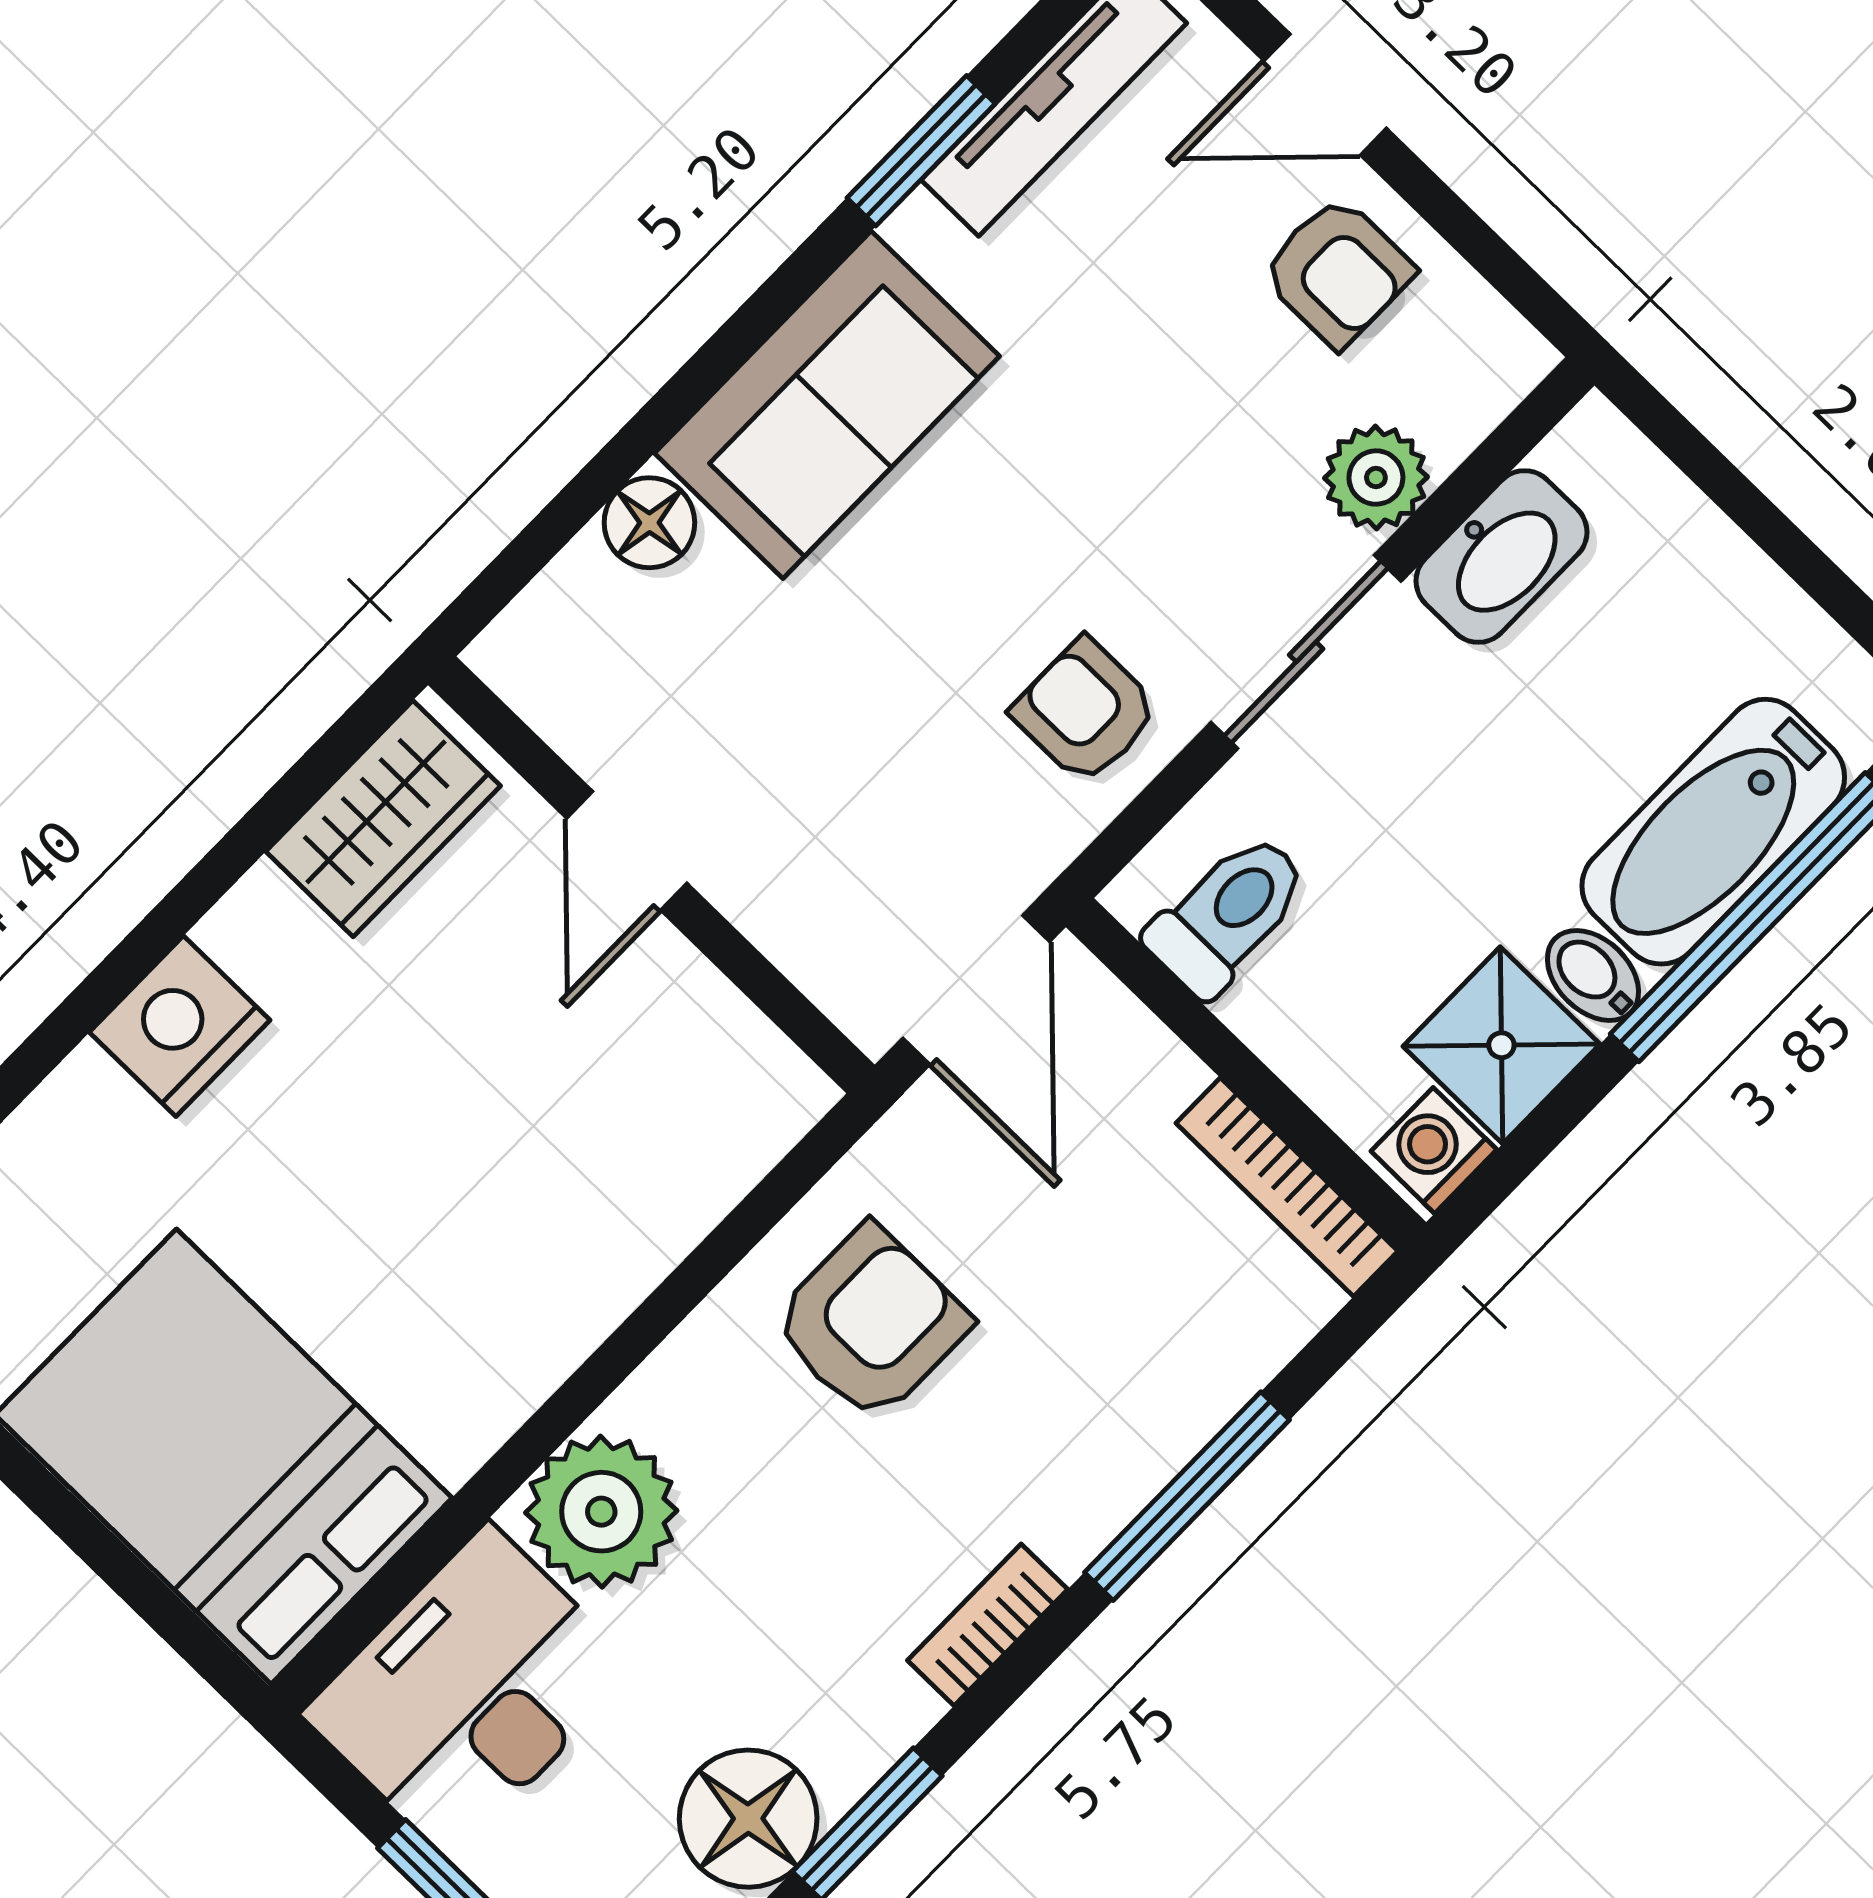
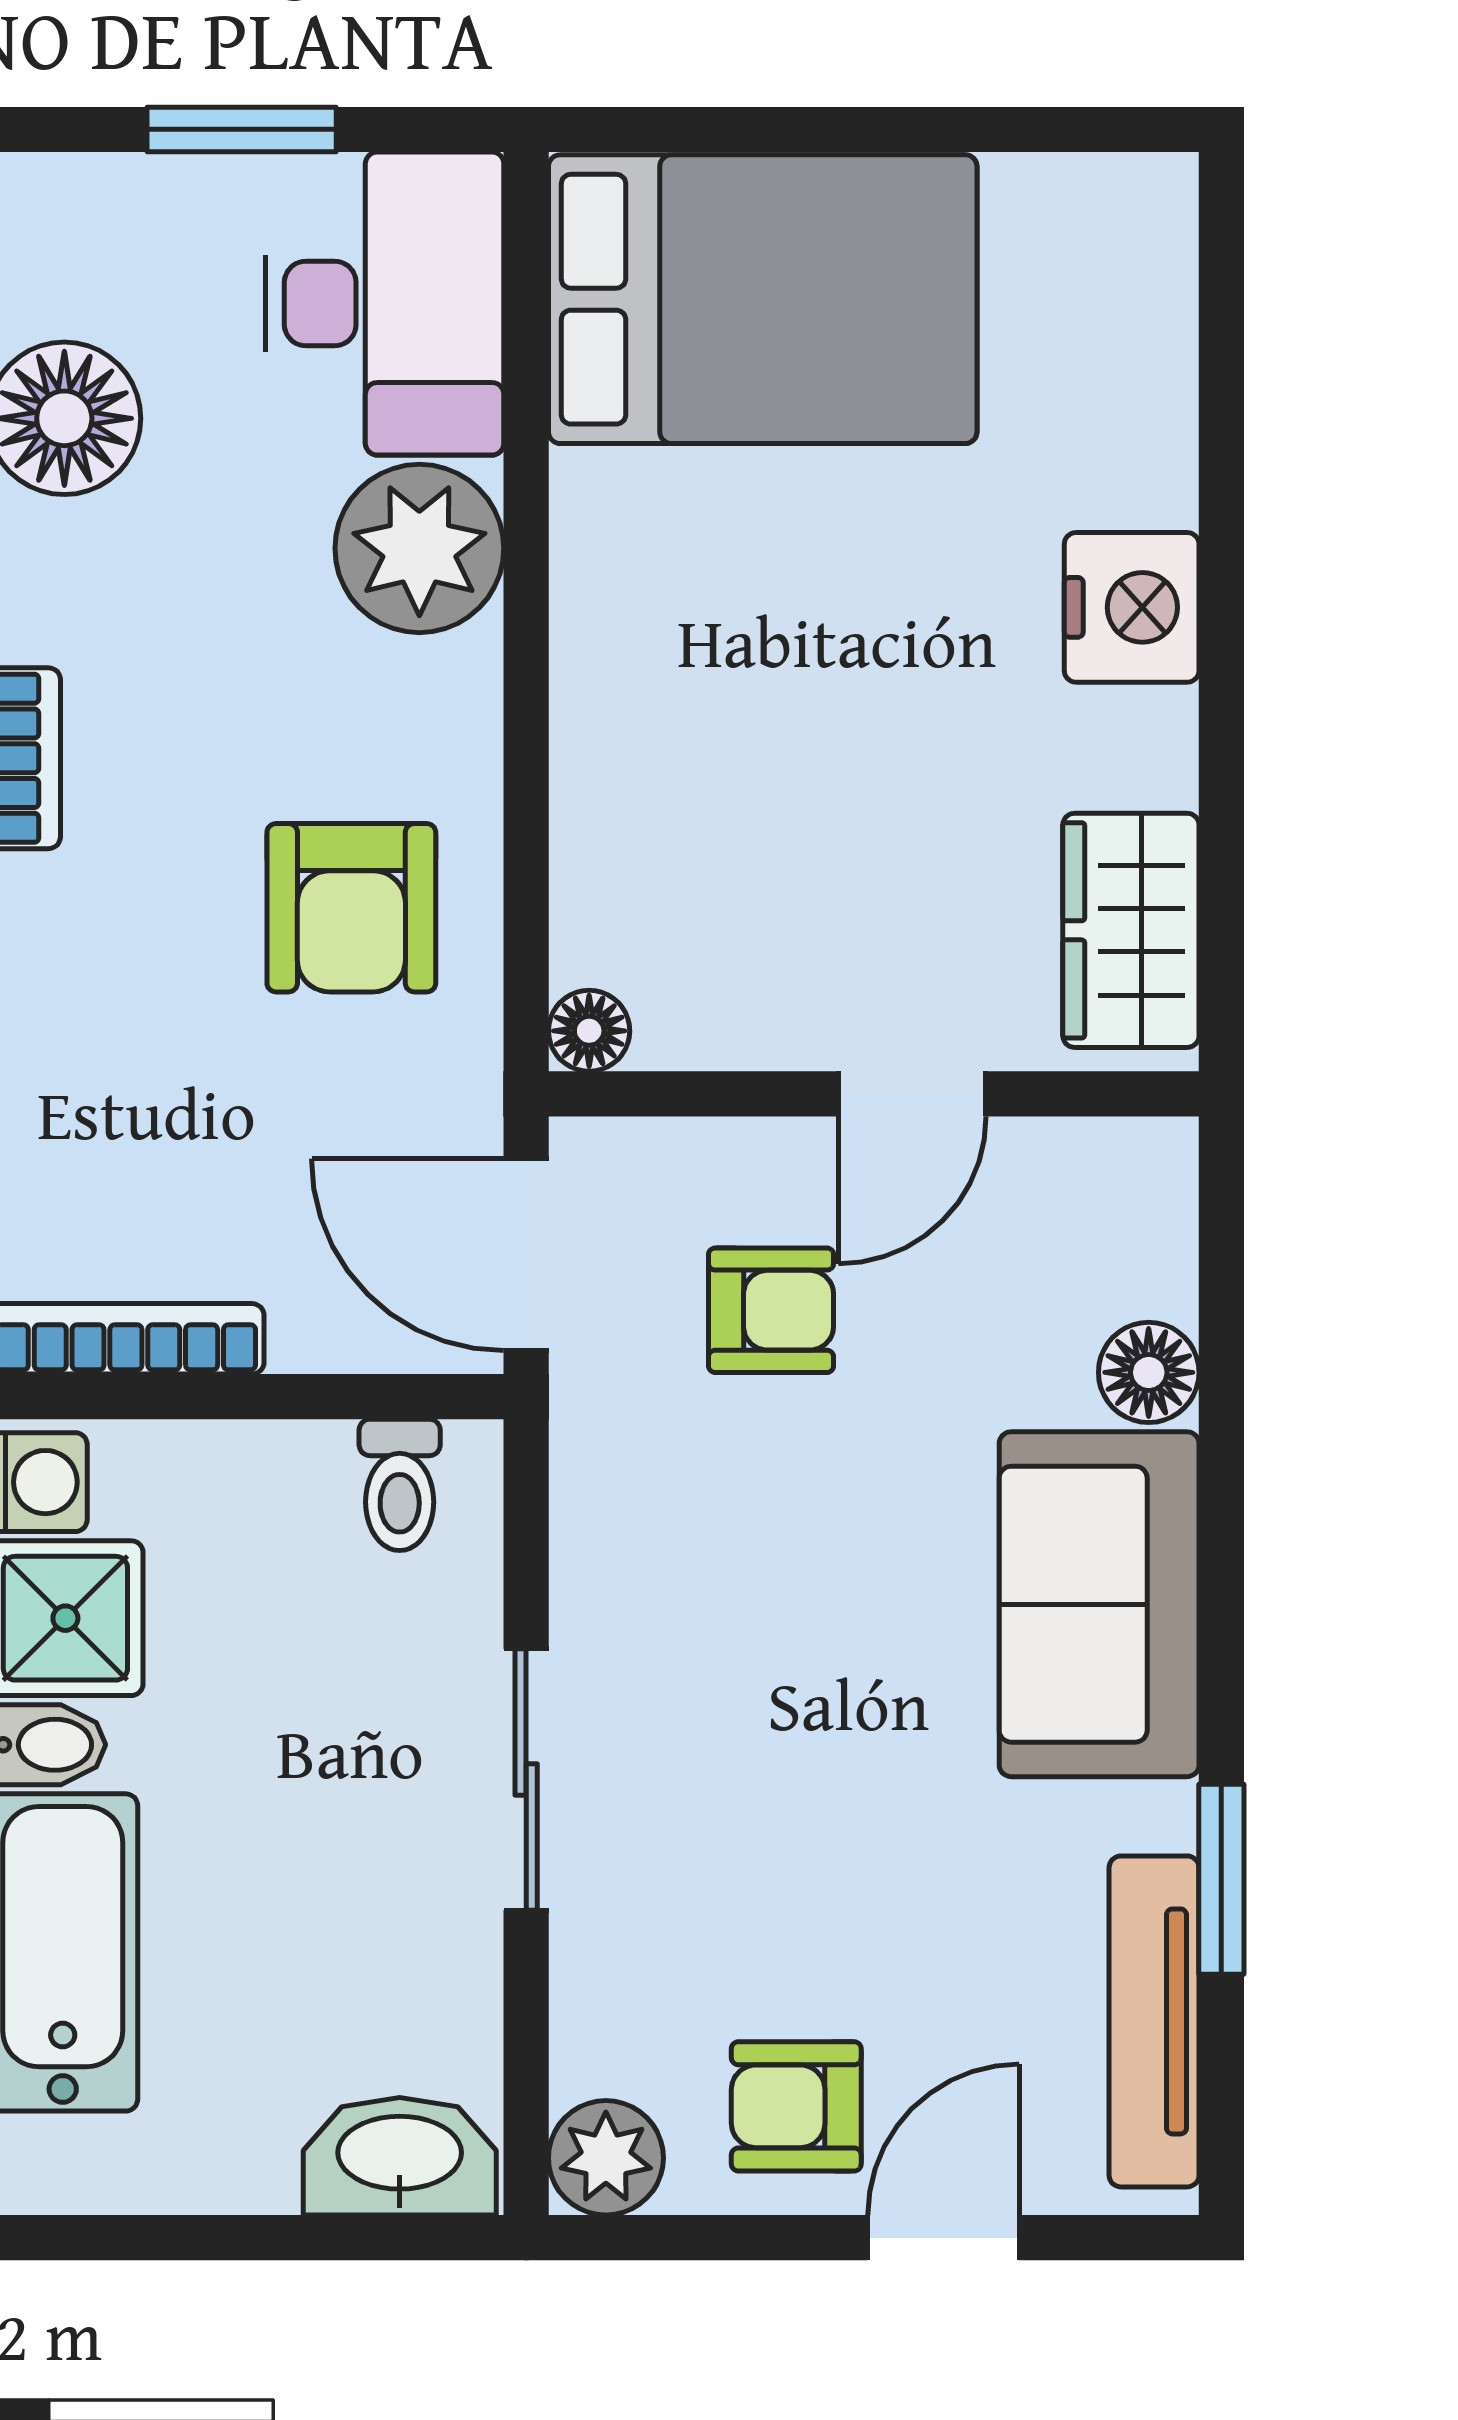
plant: (1376, 478) -> (606, 2158), moved
washbasin: (1501, 557) -> (400, 2156), moved, turned 90
armchair: (1085, 711) -> (771, 1310), moved
door: (627, 851) -> (912, 1094), swing flipped
toilet: (1228, 914) -> (400, 1485), width x0.73, depth x0.72
floor lamp: (795, 1094) -> (589, 1031), added

